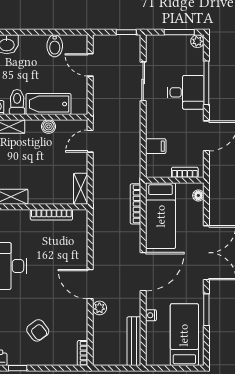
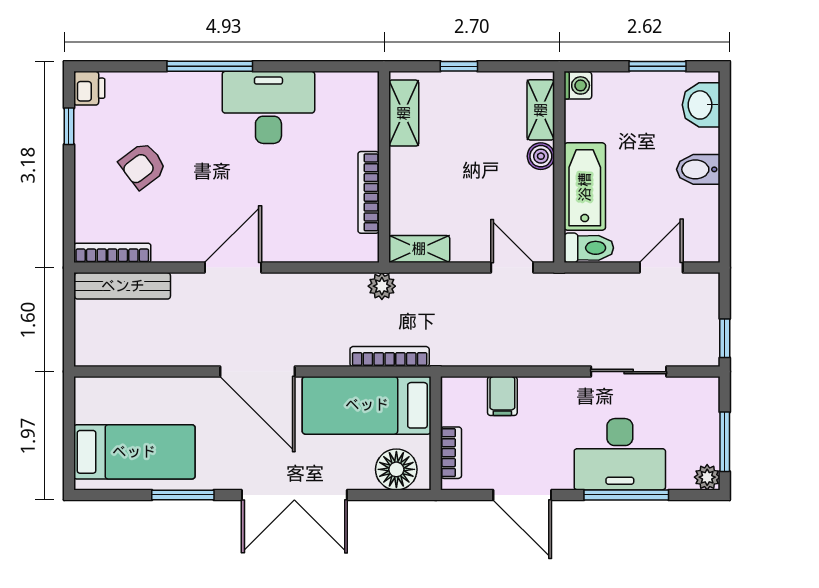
bidet: (55, 46) -> (698, 169), moved
desk: (186, 92) -> (620, 454), width x1.37
toilet: (17, 102) -> (589, 248), moved
boiler: (49, 126) -> (541, 156), moved
floor lamp: (198, 195) -> (396, 469), width x1.89, depth x1.89
plant: (99, 308) -> (382, 286), moved
nightstand: (151, 315) -> (172, 387), removed
bench: (134, 341) -> (123, 286), moved
bookcase: (82, 353) -> (112, 253), width x1.56

